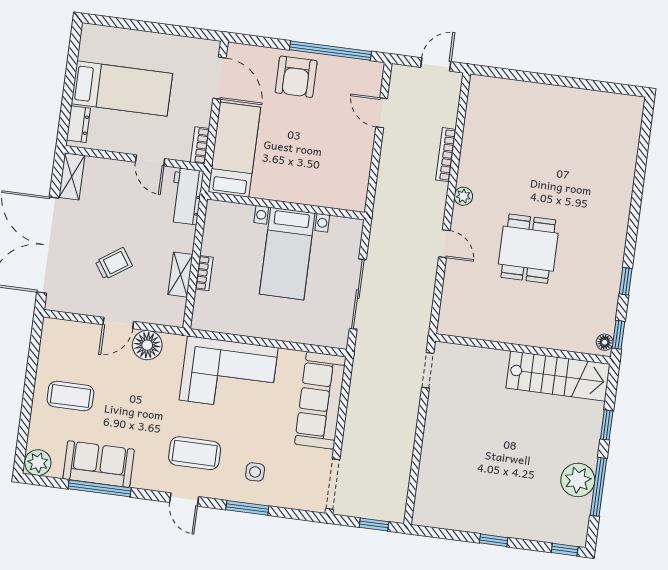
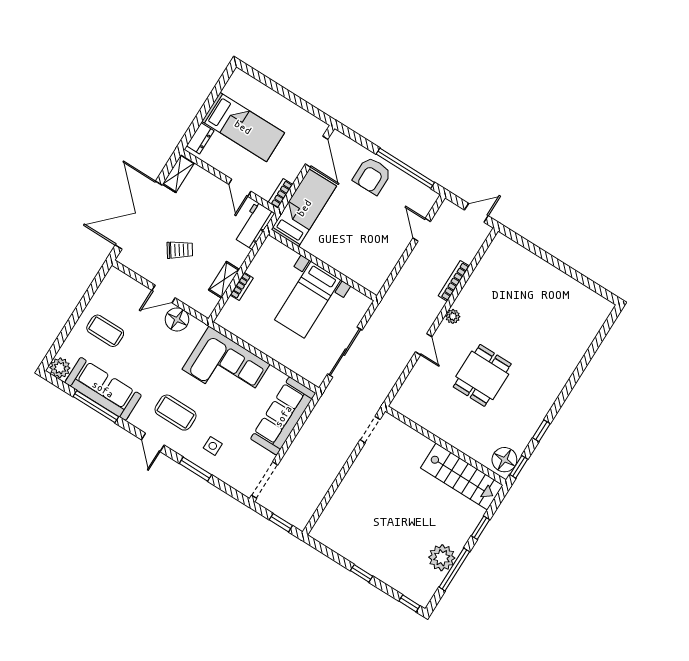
floor lamp: (605, 342) -> (504, 460), width x1.89, depth x1.89
sofa: (99, 464) -> (103, 389), width x1.36

